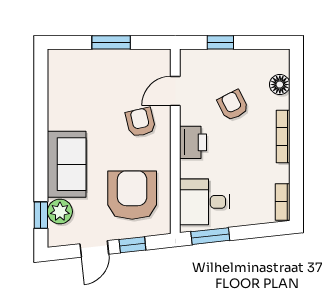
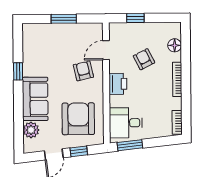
window: (41, 215) -> (18, 71), moved

